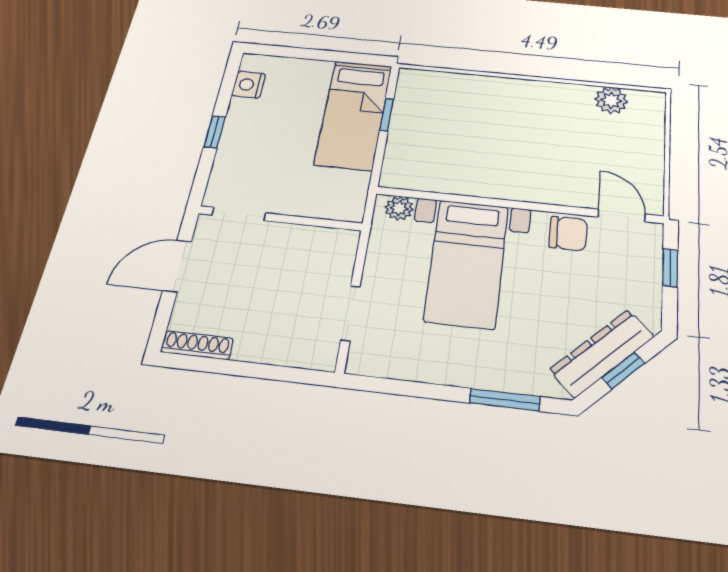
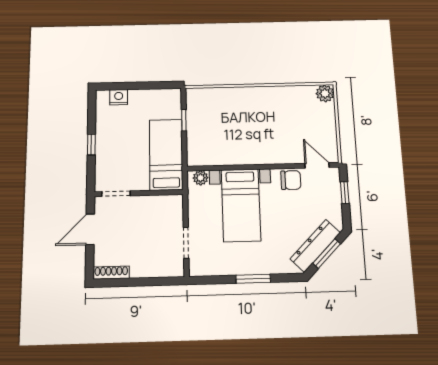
nightstand: (249, 85) -> (119, 97), moved, turned 90
plant: (611, 100) -> (325, 93), moved
bed: (354, 114) -> (166, 155), moved, turned 180
window: (623, 370) -> (327, 254), width x1.50
window: (505, 400) -> (253, 279), moved

